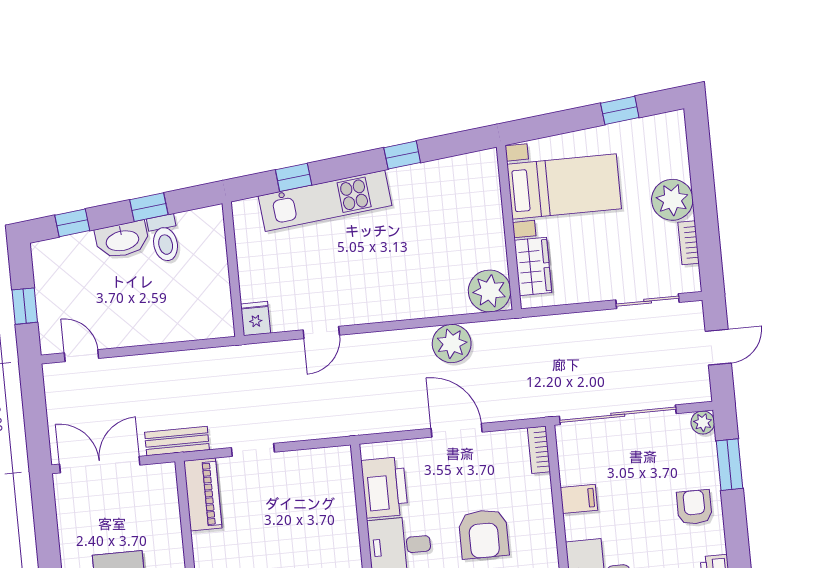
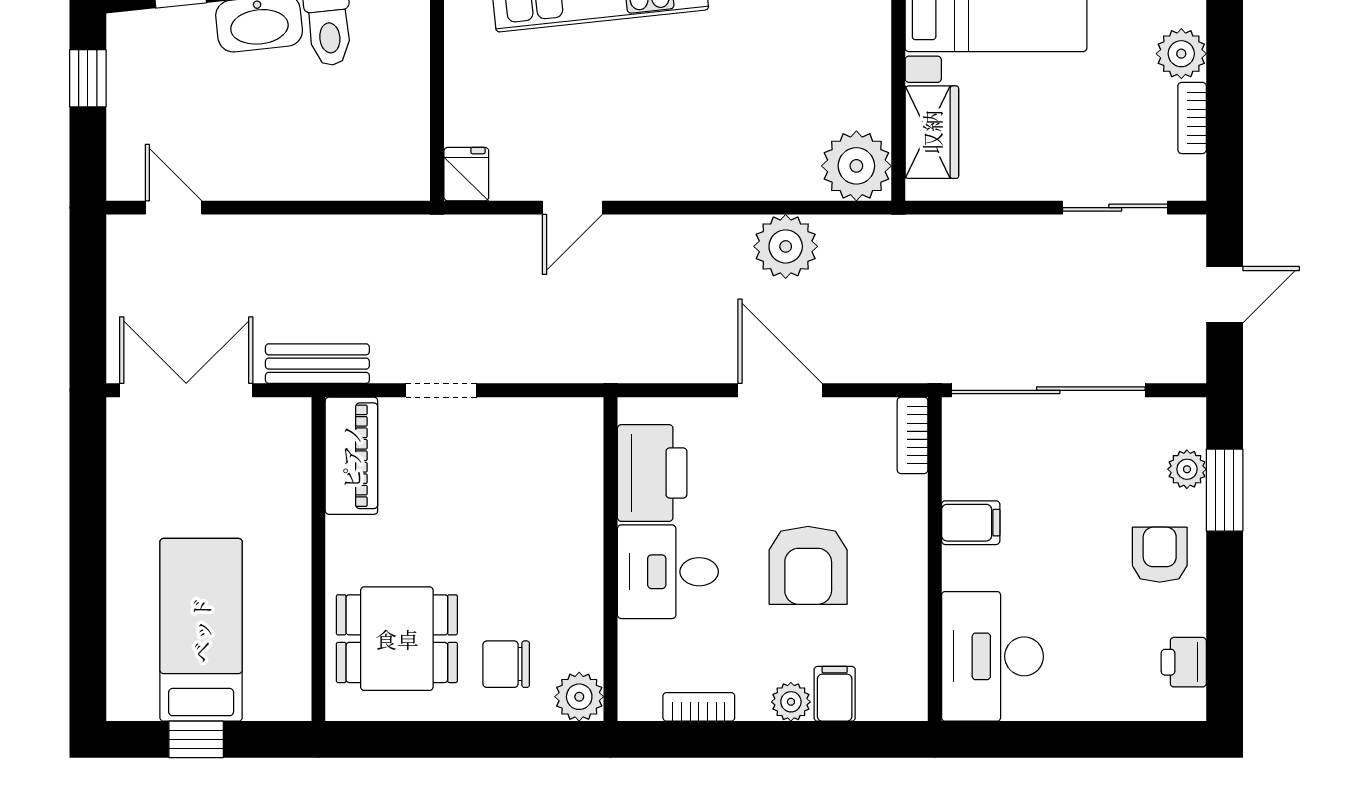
plant: (672, 200) -> (1181, 54), width x0.73, depth x0.73
window: (25, 306) -> (88, 78), moved
plant: (703, 422) -> (1187, 469), moved

